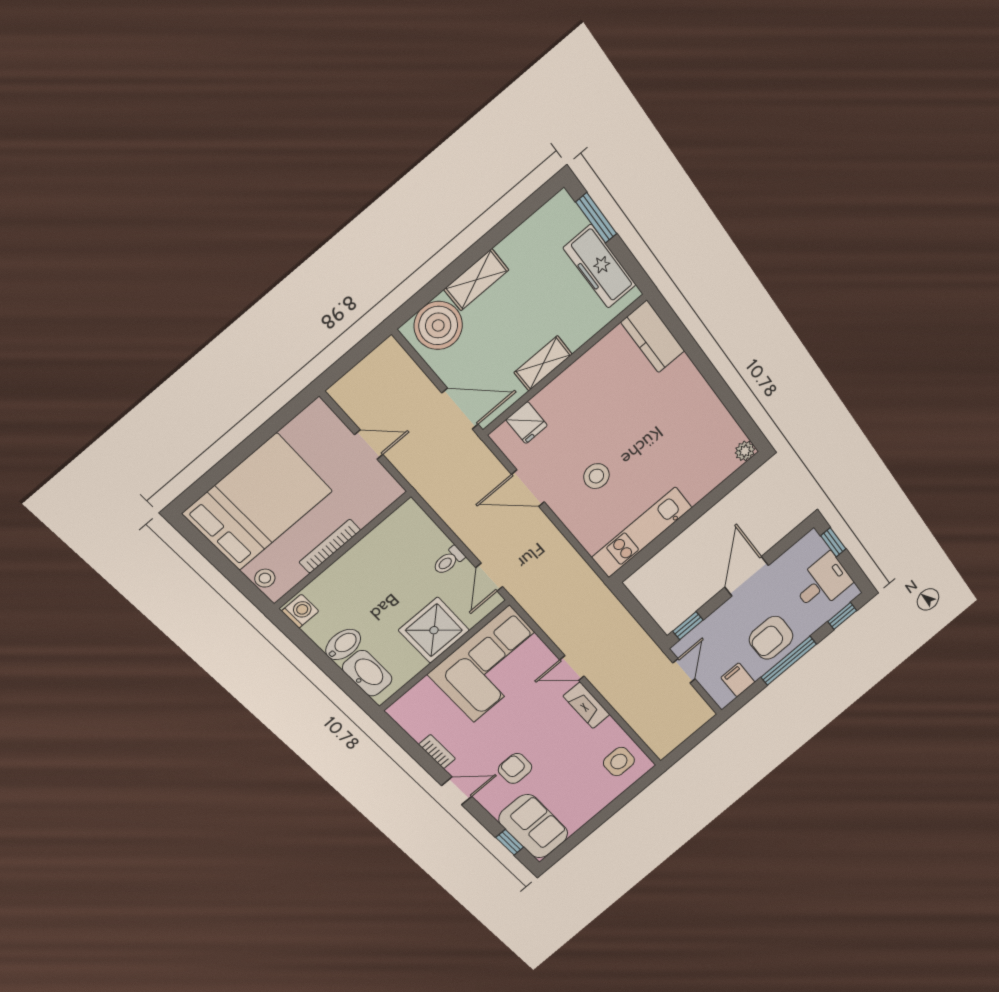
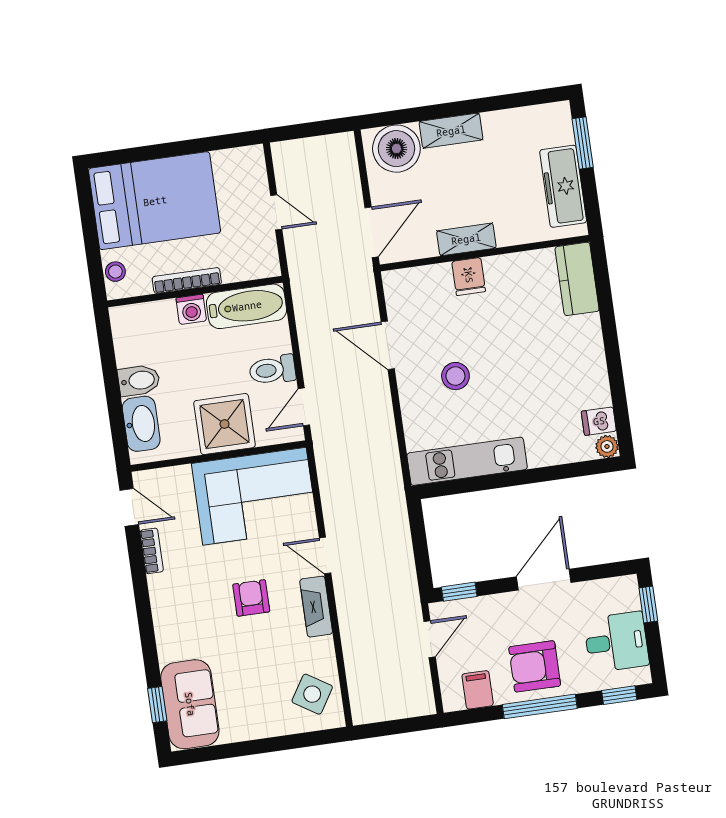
door: (460, 409) -> (372, 232), hinge flipped
fridge: (527, 423) -> (469, 277), moved
dishwasher: (729, 436) -> (599, 421), added
bathtub: (393, 534) -> (247, 306), added
toilet: (449, 561) -> (272, 370), width x1.37, depth x1.39
washing machine: (300, 611) -> (191, 309), moved, turned 90
side table: (619, 762) -> (312, 694), turned 32
armchair: (515, 768) -> (251, 598), moved
door: (457, 791) -> (129, 507), moved

